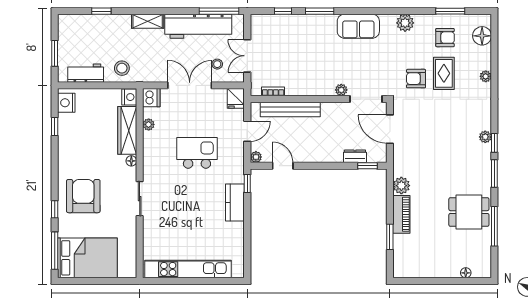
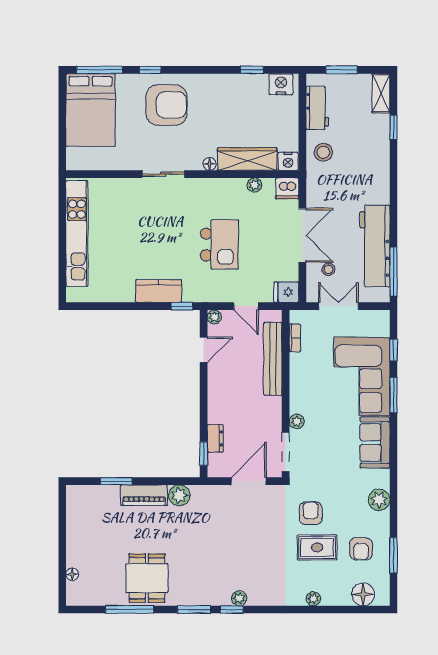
shelving: (148, 21) -> (381, 93), moved
corner sofa: (304, 37) -> (362, 376), added

